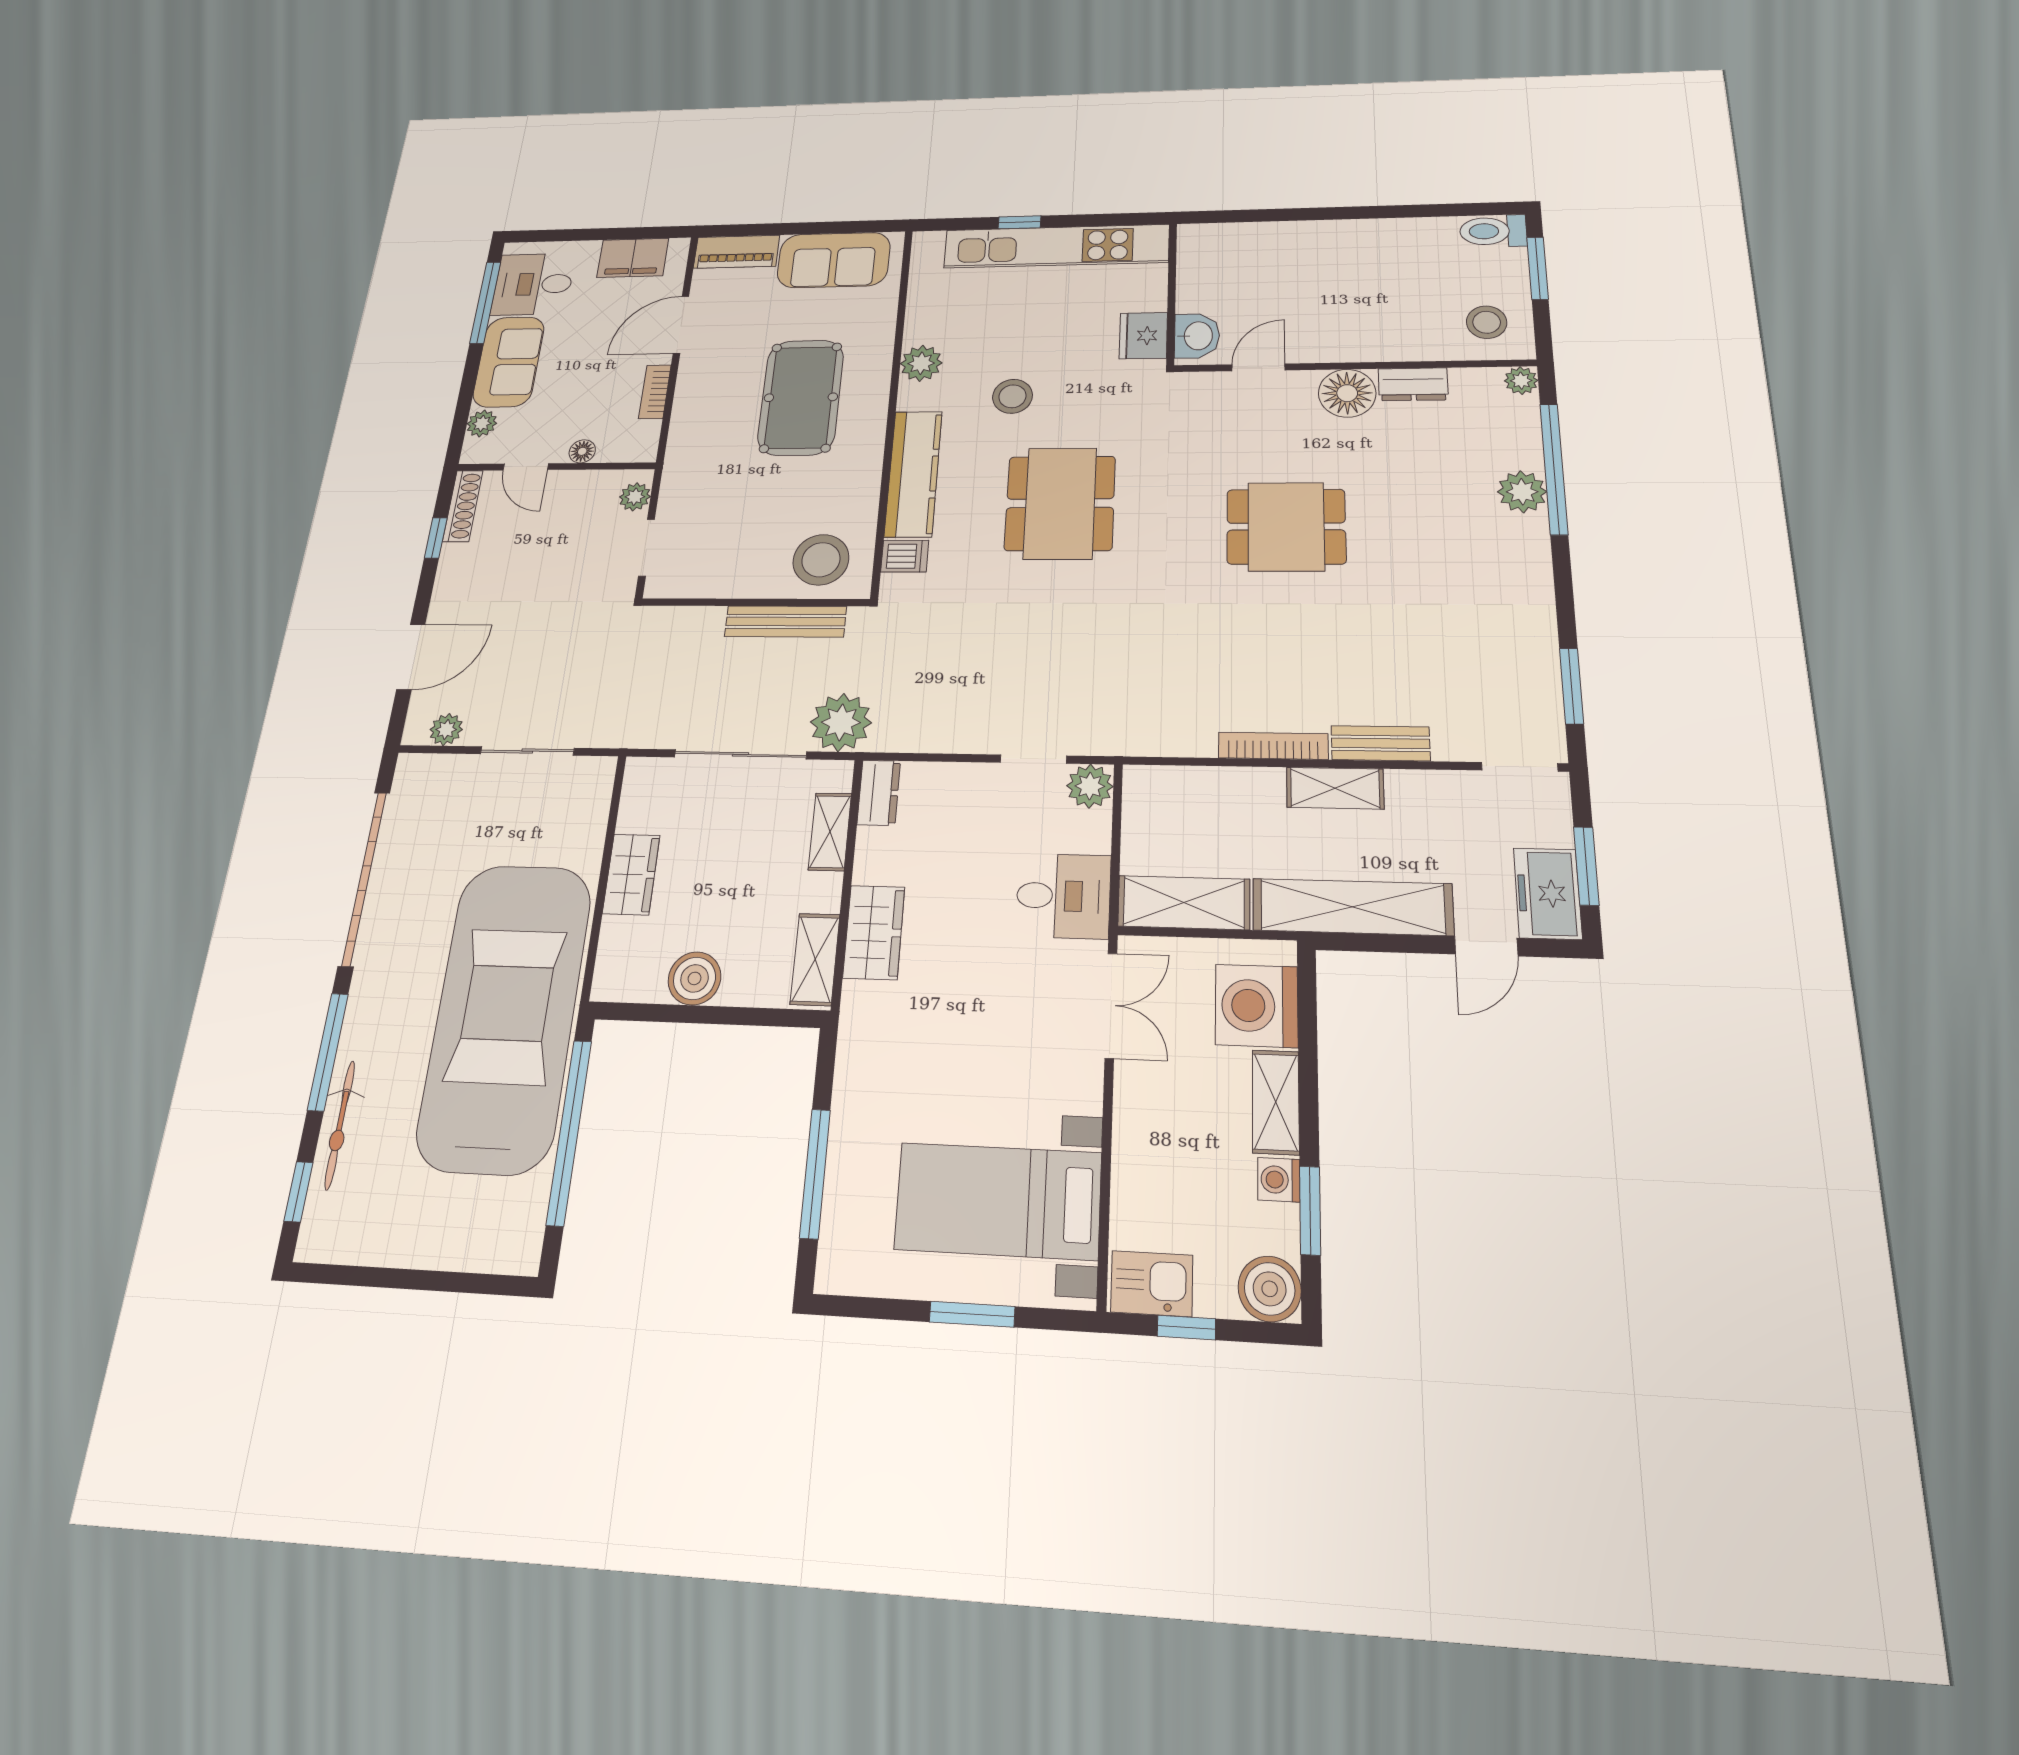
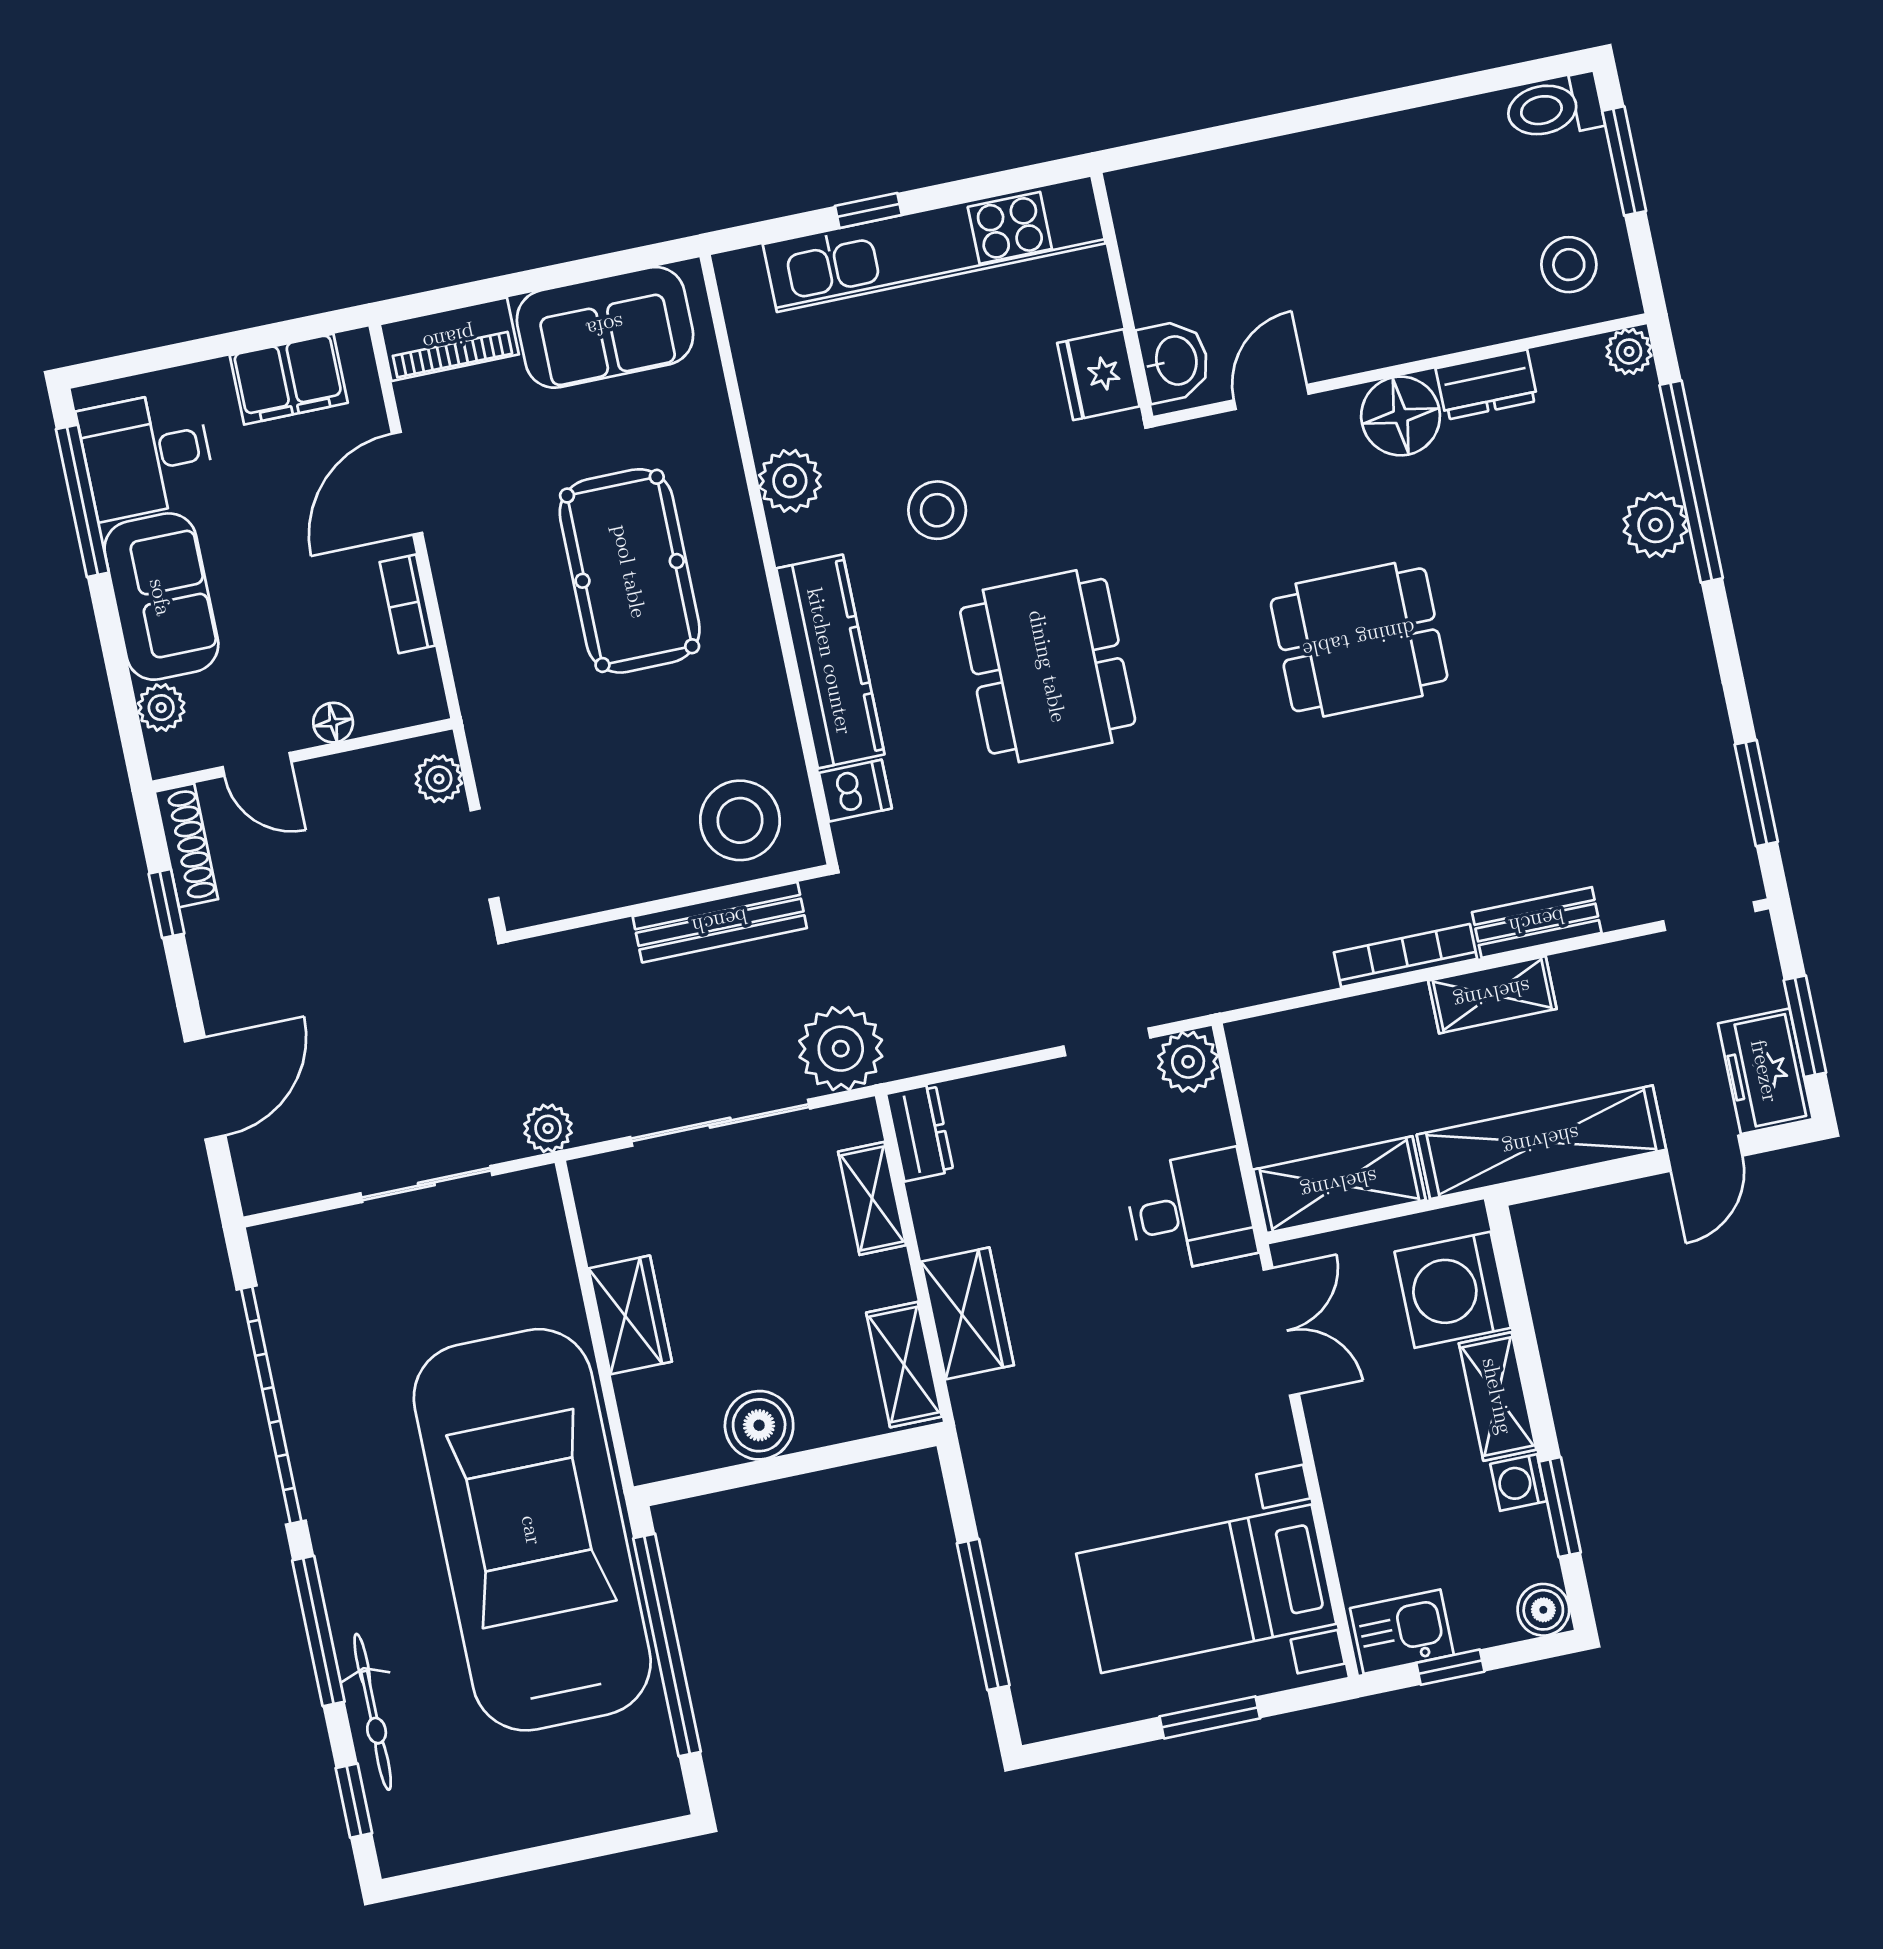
plant: (446, 729) -> (548, 1128), moved
boiler: (1270, 1289) -> (1543, 1610), width x0.73, depth x0.73

